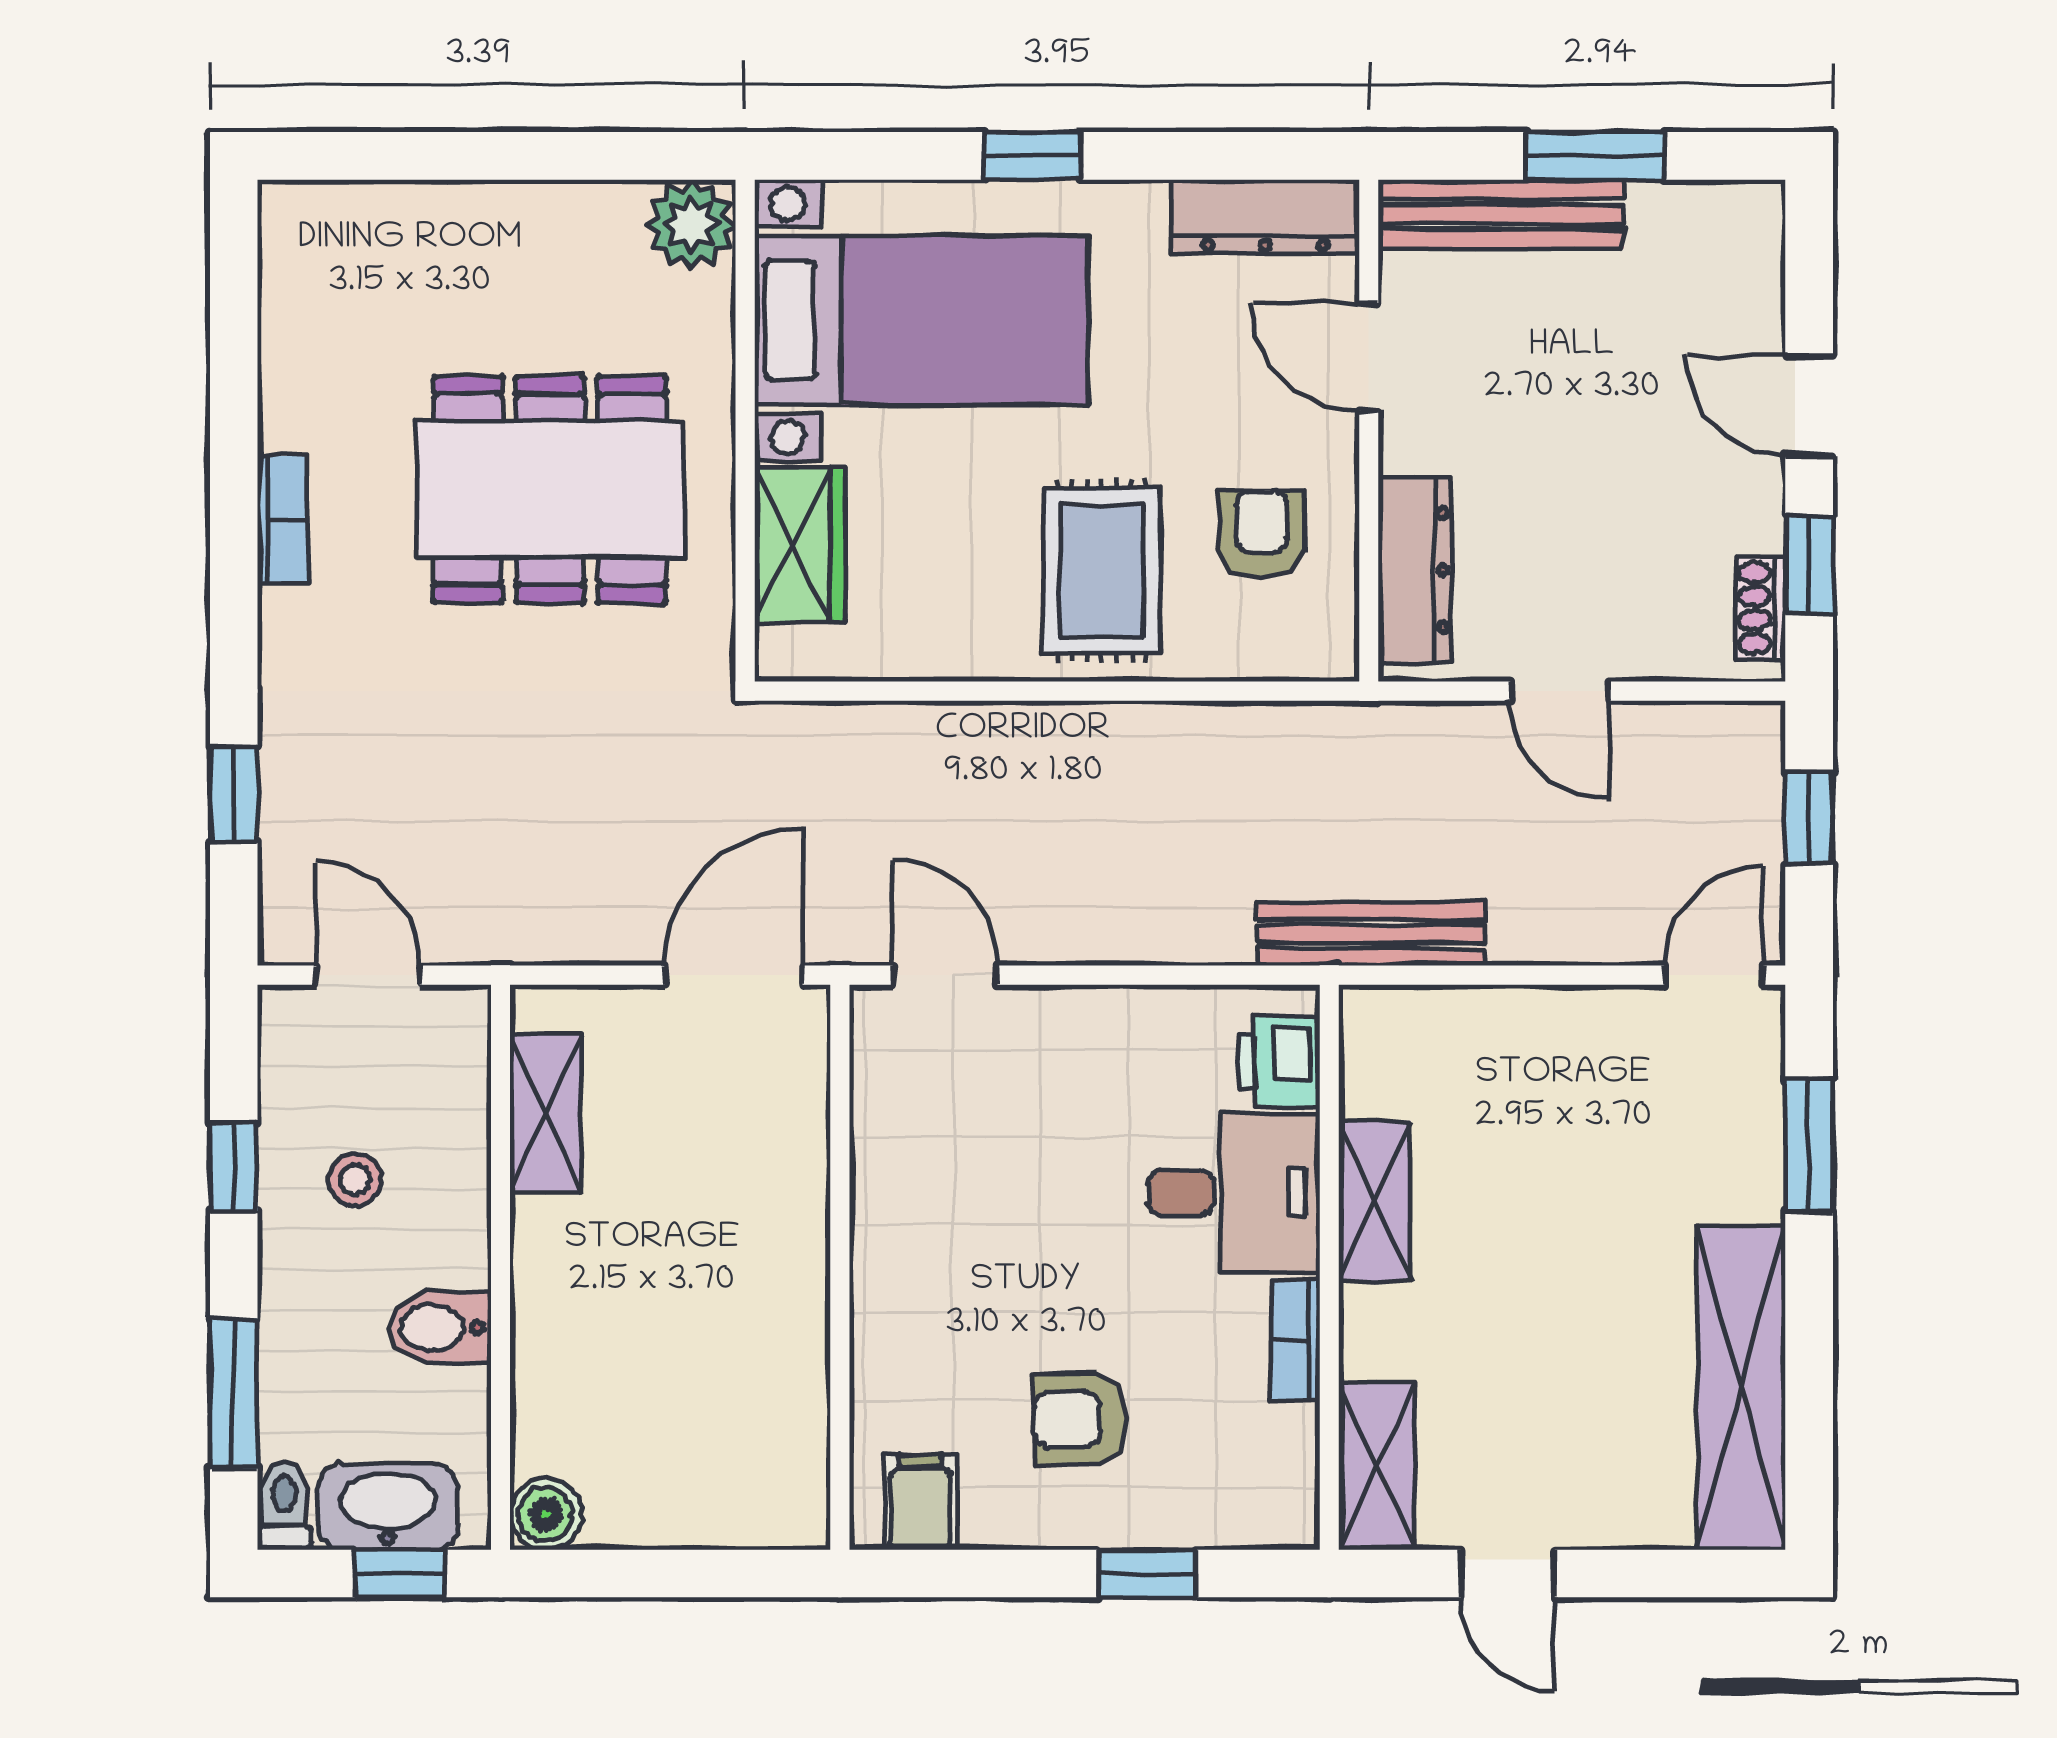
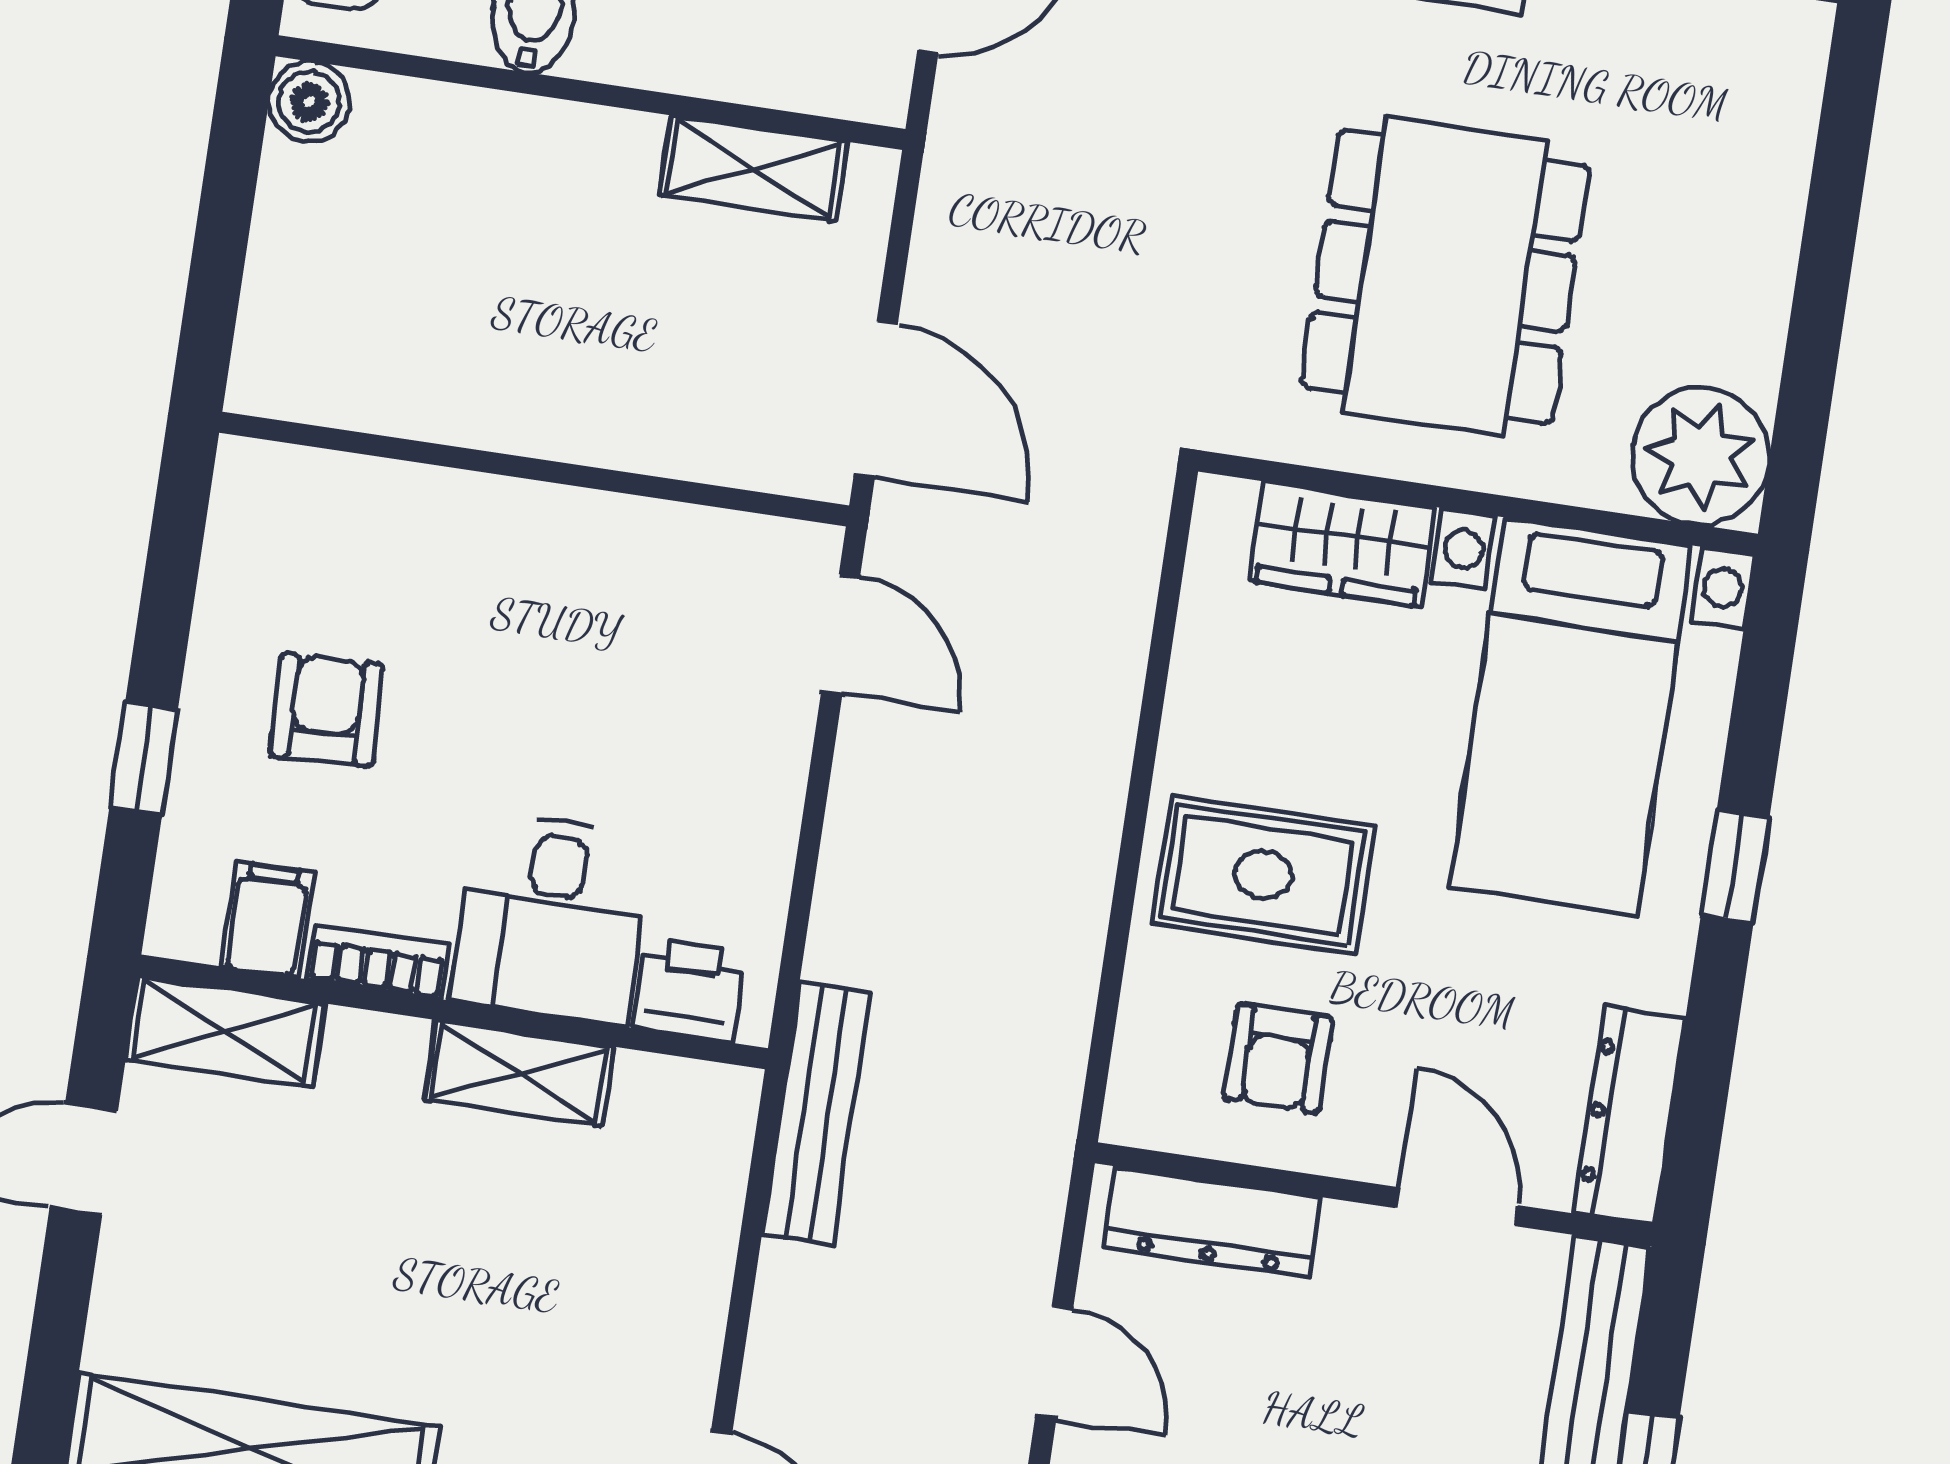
plant: (691, 224) -> (1700, 456), width x1.36, depth x1.36
door: (1369, 357) -> (1456, 1207), hinge flipped
armchair: (1261, 534) -> (1278, 1058), turned 90
door: (1559, 691) -> (1054, 1363), swing flipped
door: (945, 975) -> (841, 634), hinge flipped
filing cabinet: (920, 1502) -> (267, 920), moved, turned -90

